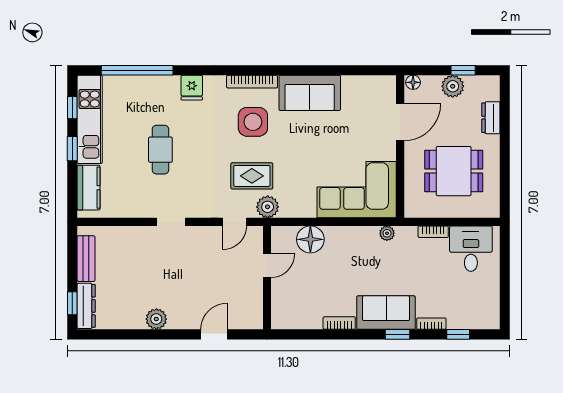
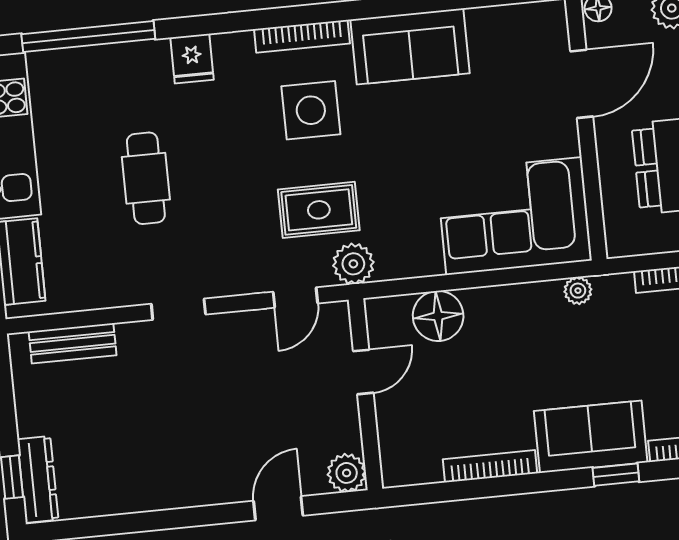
bench: (86, 259) -> (73, 343), moved, turned 90
plant: (156, 319) -> (347, 473), moved
bookcase: (339, 323) -> (490, 466), width x1.56

